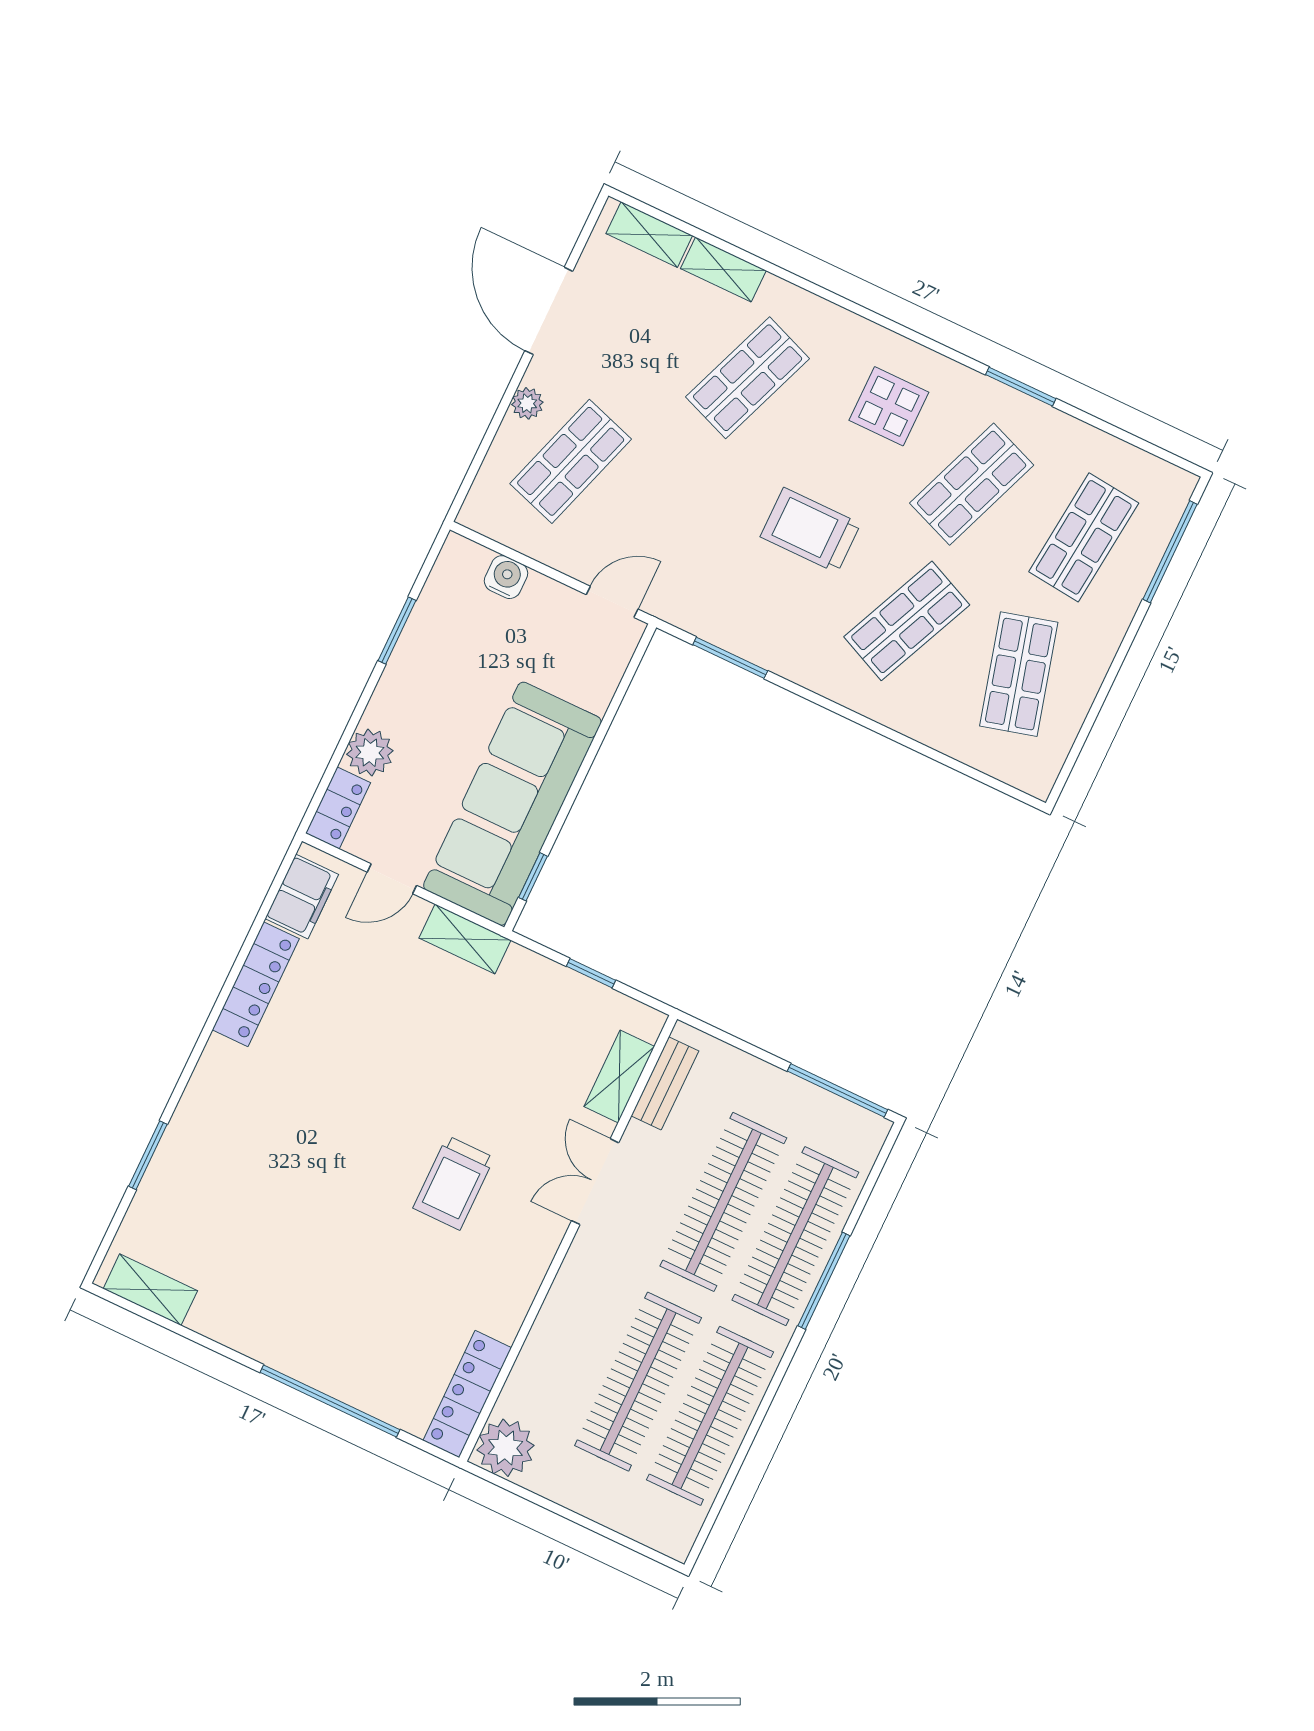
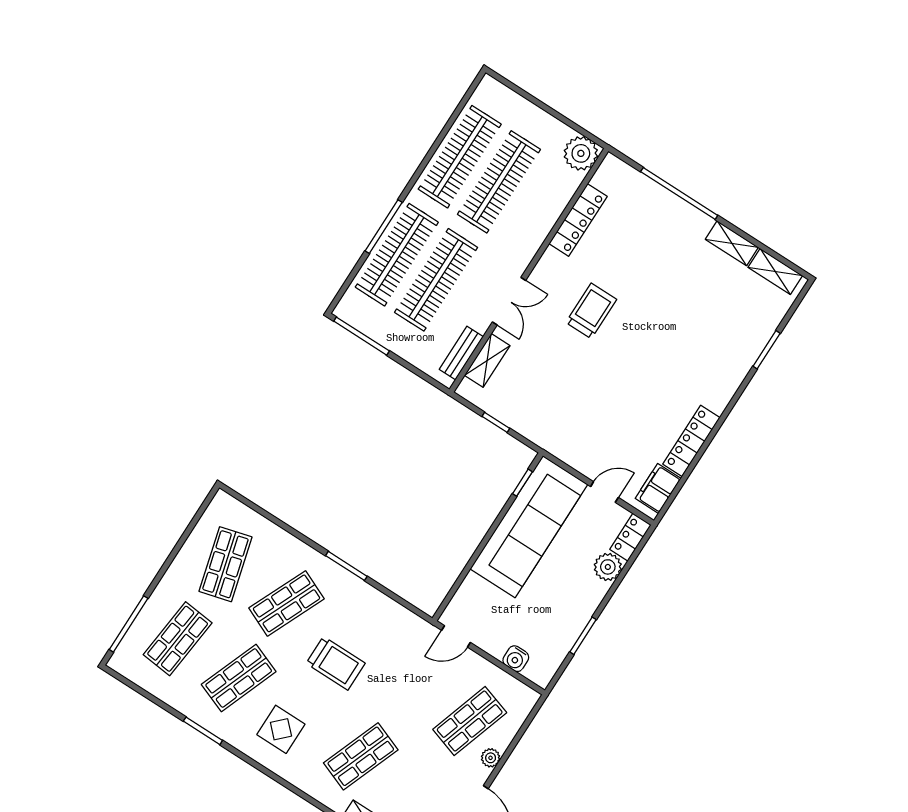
window: (730, 658) -> (346, 566), moved
shelving: (465, 939) -> (732, 243), moved
locker: (467, 1394) -> (578, 220), moved

